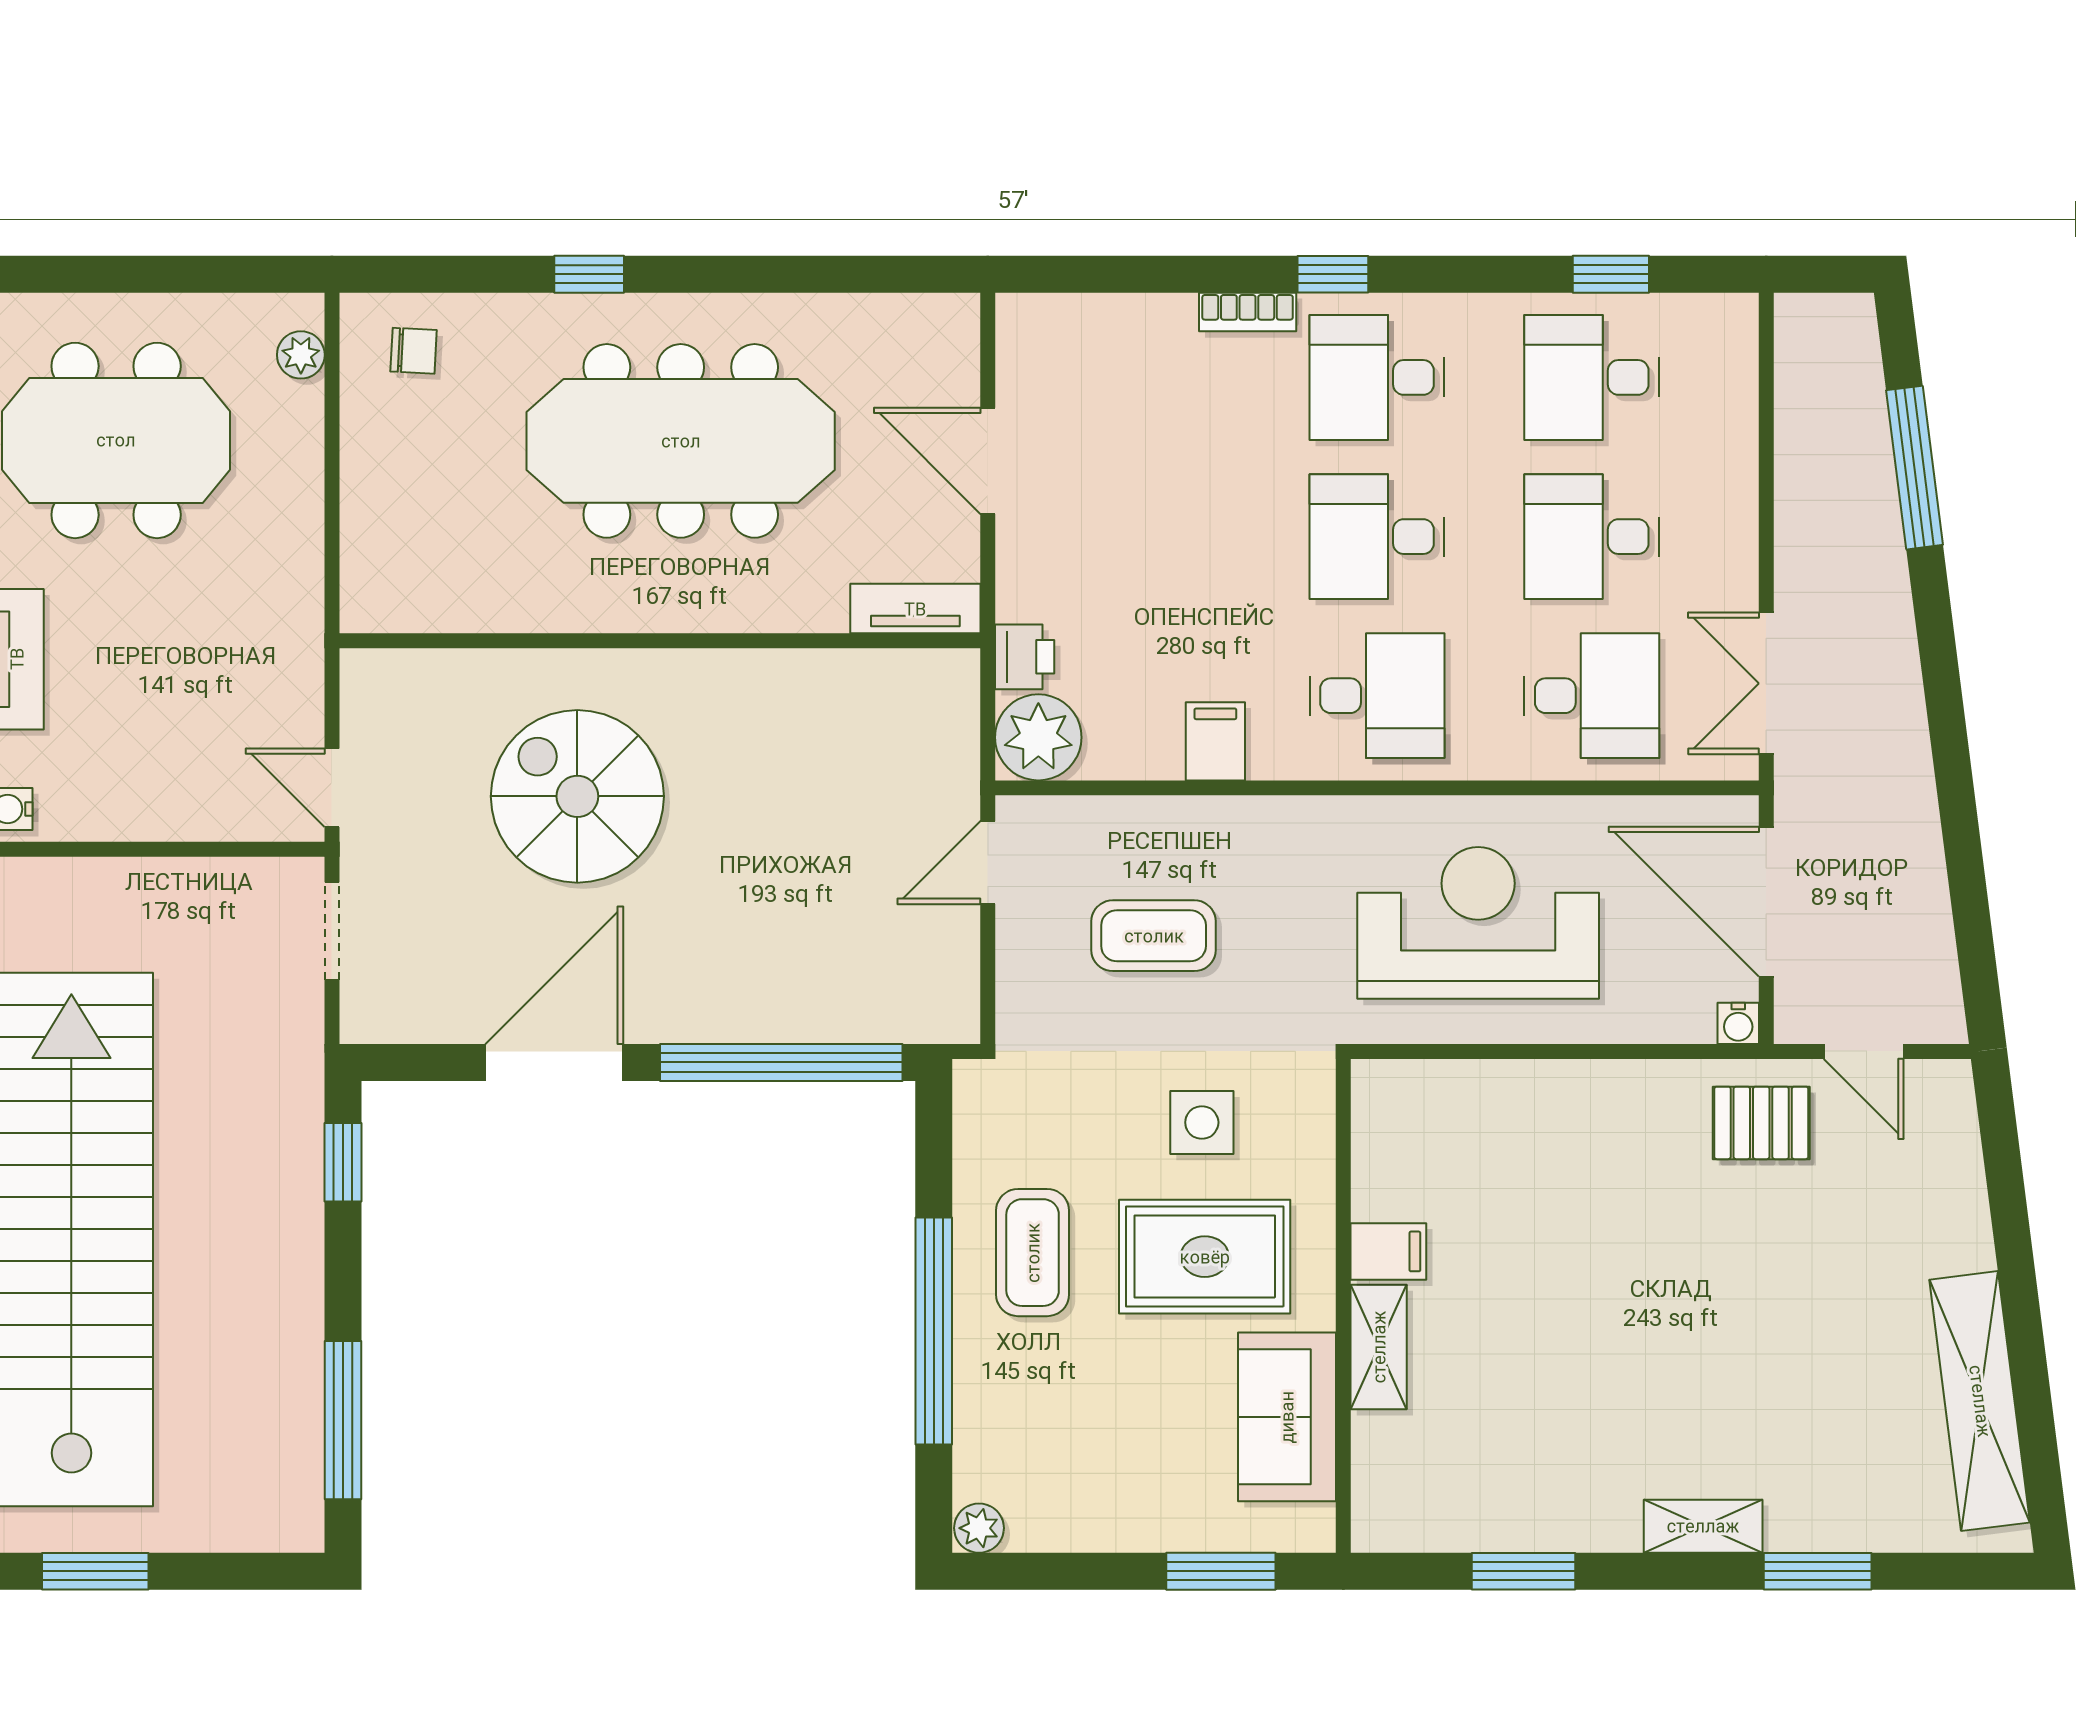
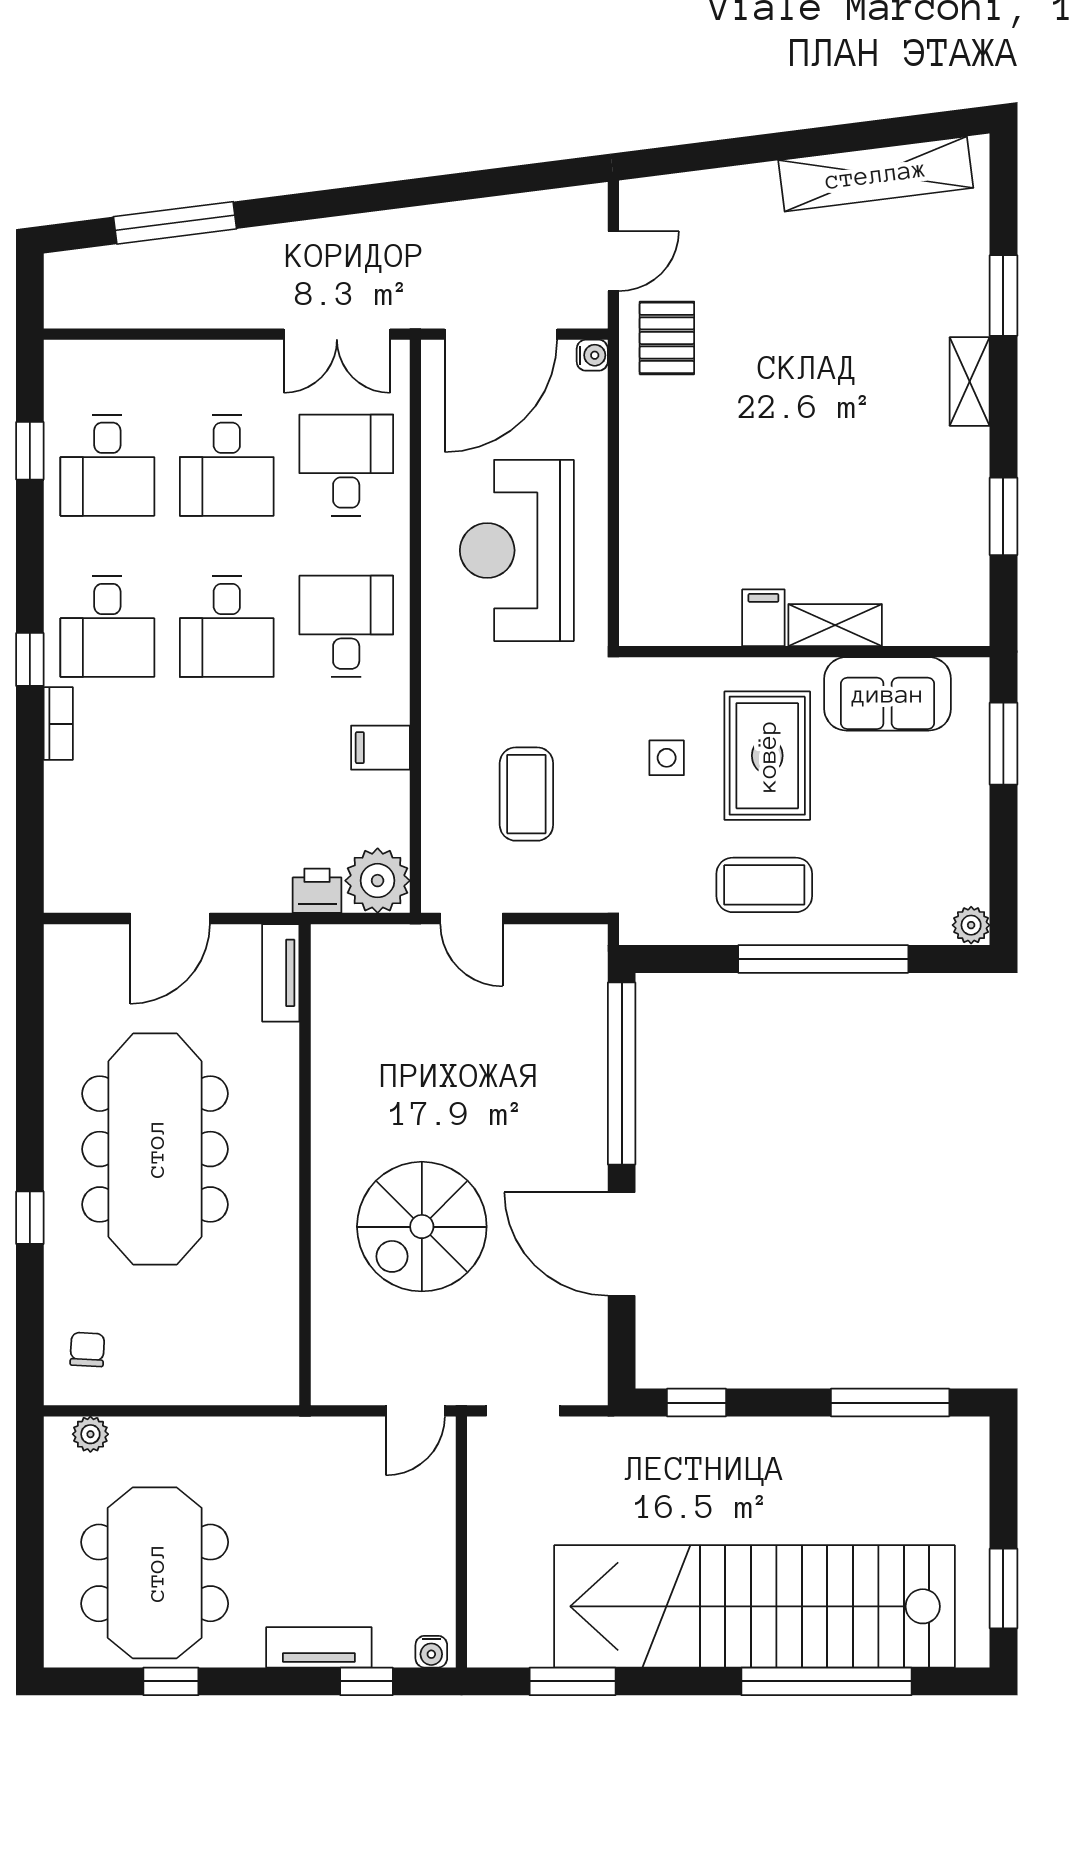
side table: (1202, 1122) -> (667, 758), width x0.73, depth x0.73

